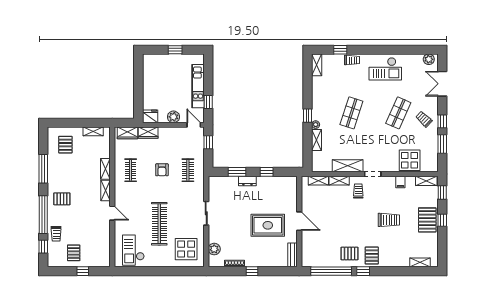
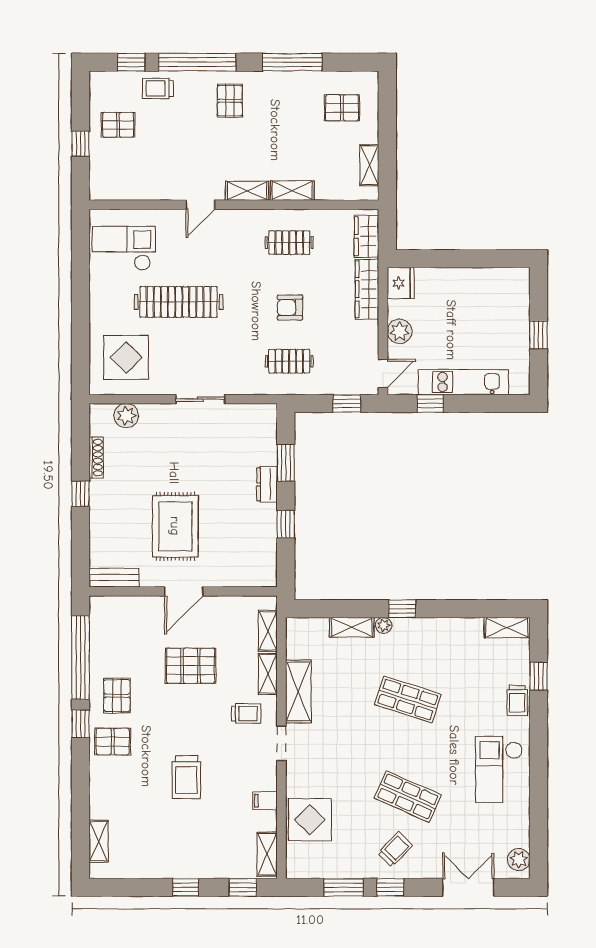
wardrobe: (148, 133) -> (367, 289), width x1.50
pallet: (427, 220) -> (191, 666), moved

